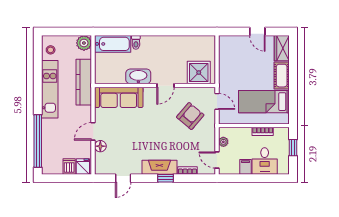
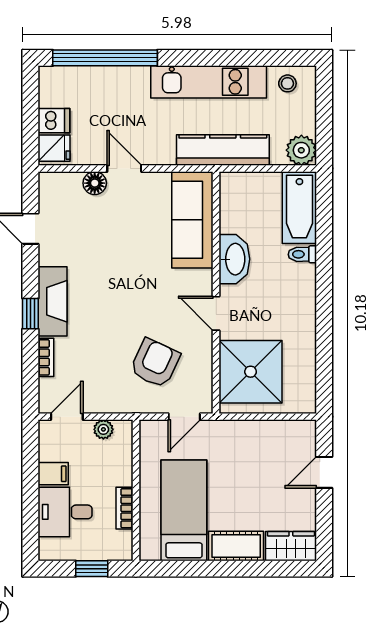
door: (257, 32) -> (324, 472), moved
shower: (199, 73) -> (251, 372), width x1.37, depth x1.37
armchair: (190, 116) -> (155, 363), turned -105

